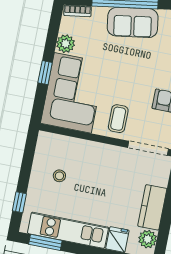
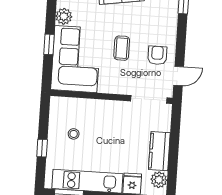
coffee table: (118, 119) -> (122, 48), moved
window: (19, 202) -> (42, 148), moved

